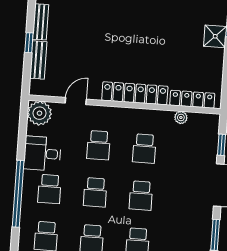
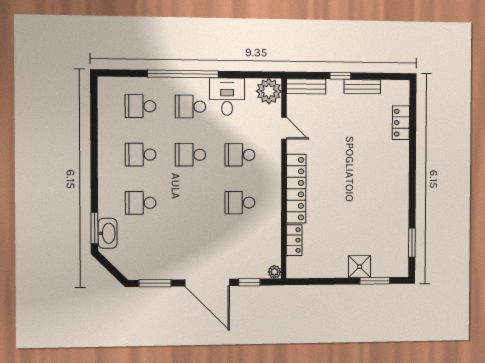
bench: (38, 60) -> (306, 86), moved
locker: (192, 99) -> (294, 240), width x0.66
plant: (181, 117) -> (274, 272), moved
school desk: (141, 196) -> (191, 203), removed

